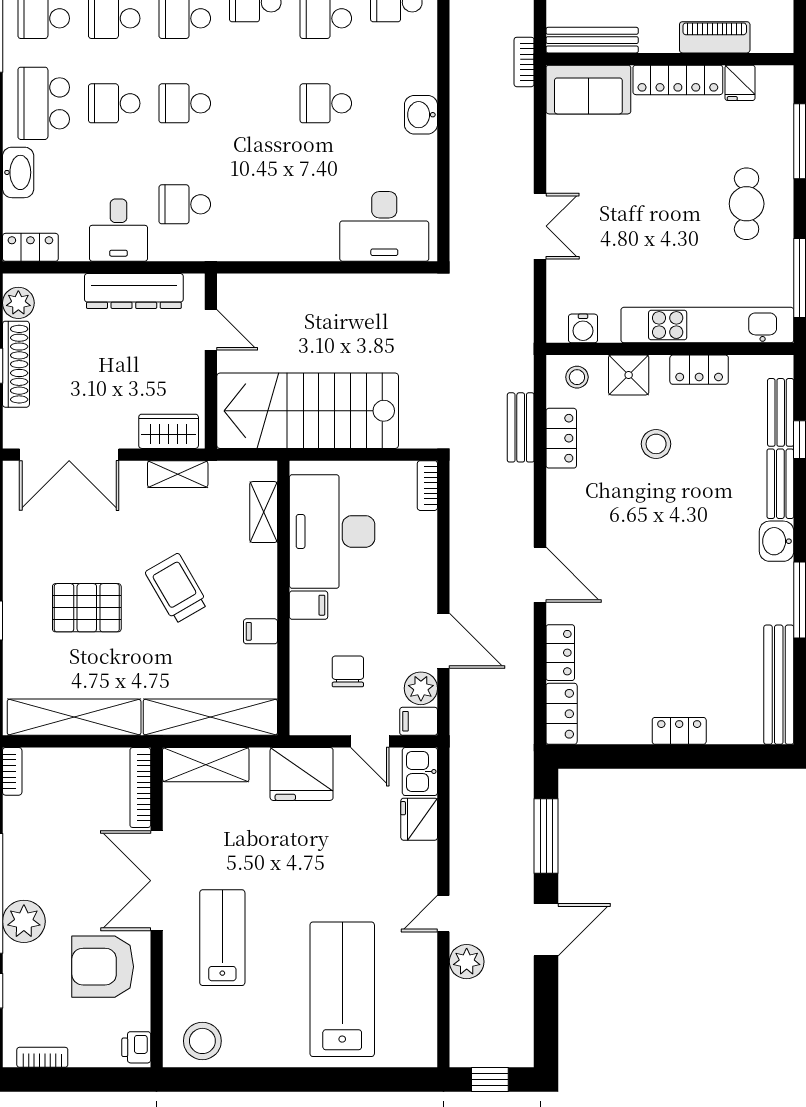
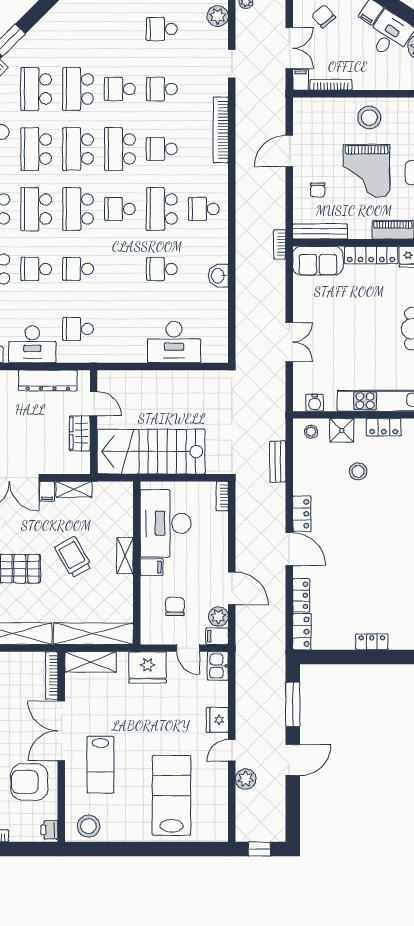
desk: (384, 226) -> (174, 342), moved
desk: (118, 230) -> (32, 344), width x1.37
wardrobe: (169, 431) -> (80, 433), moved, turned -90
locker: (561, 438) -> (302, 514), moved
shelving: (264, 512) -> (125, 556), moved
filing cabinet: (261, 631) -> (47, 491), moved, turned -90
fridge: (419, 819) -> (217, 720), moved
lab bench: (222, 938) -> (100, 765), turned 180

